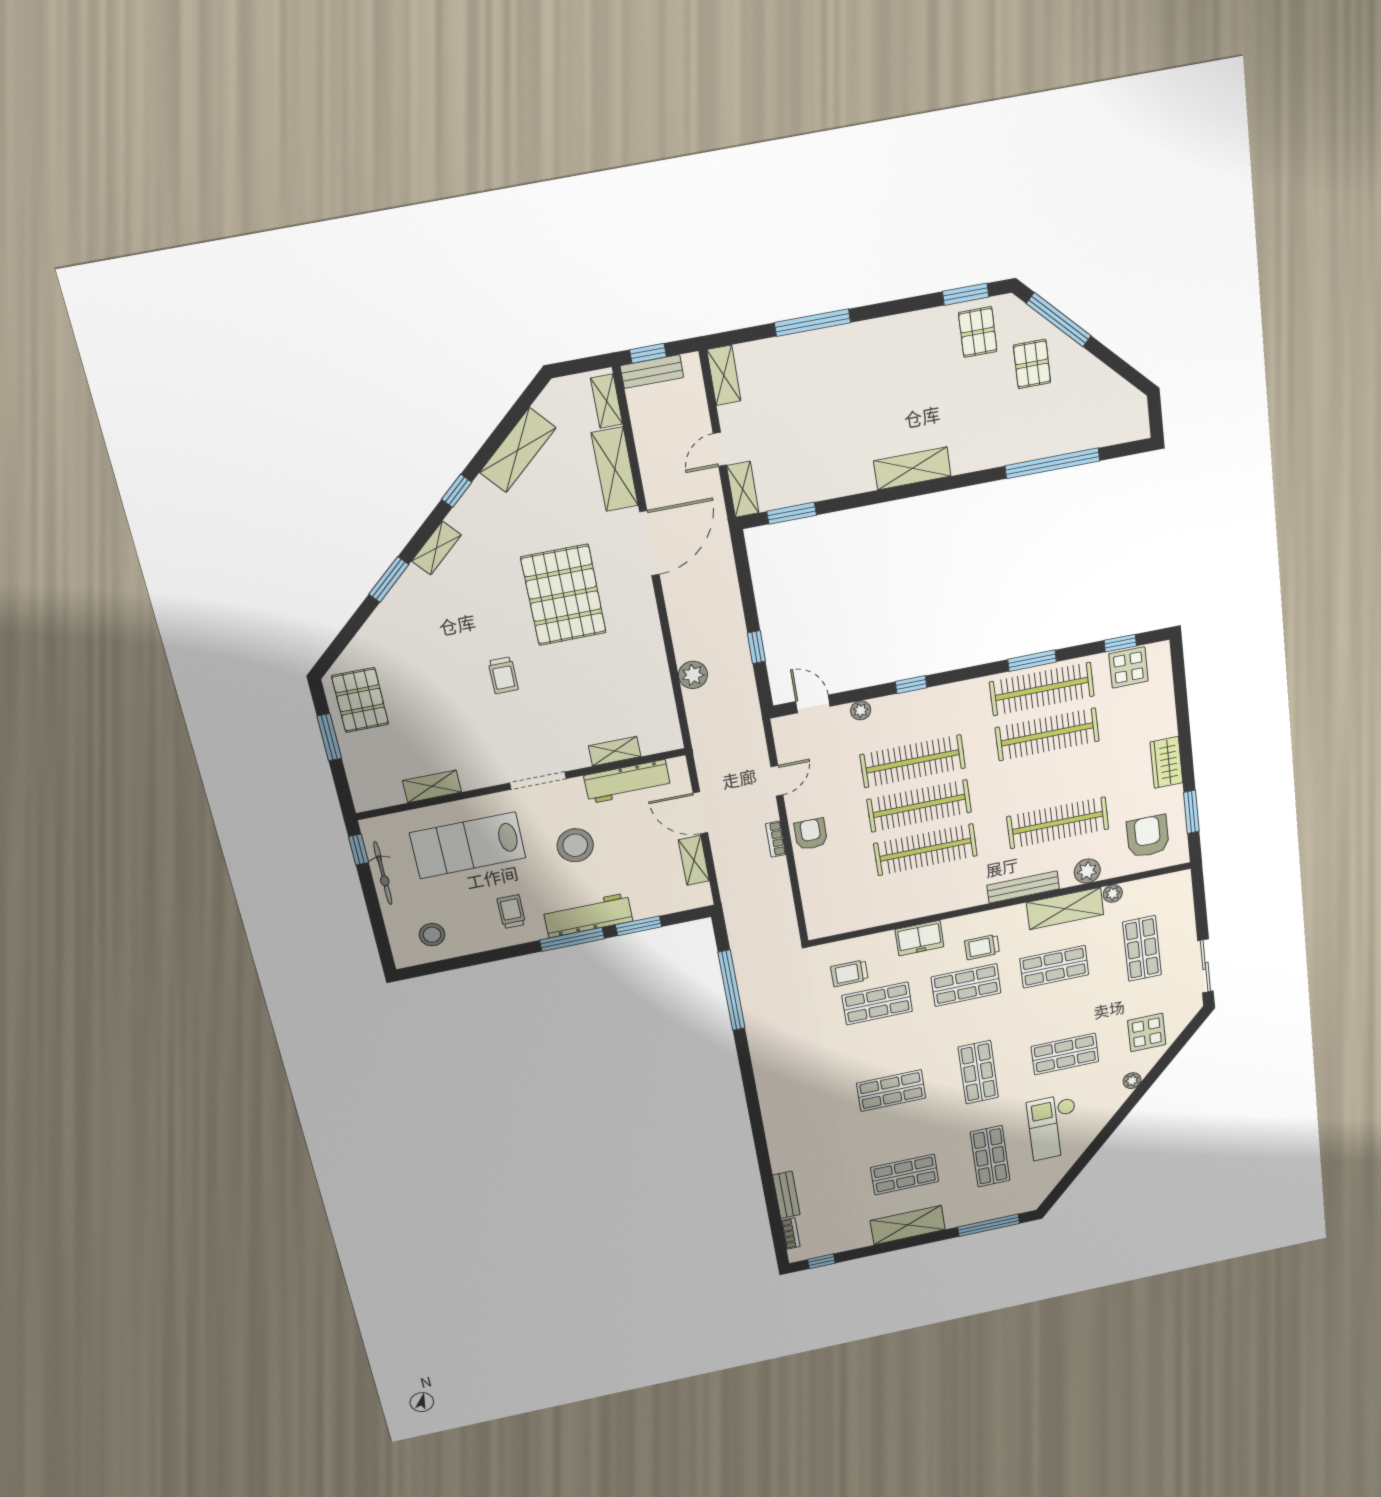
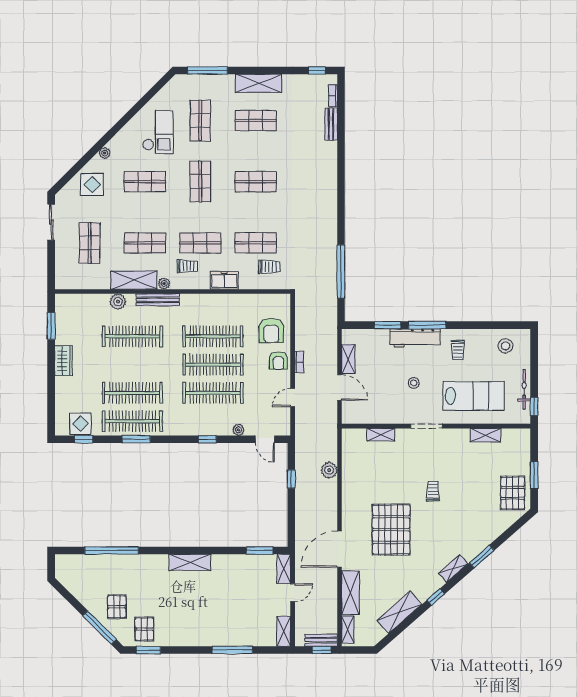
workbench: (627, 782) -> (377, 415), removed
armchair: (1148, 836) -> (271, 331), moved
stool: (575, 845) -> (414, 383), width x0.53, depth x0.53
plant: (1113, 894) -> (164, 283), moved

